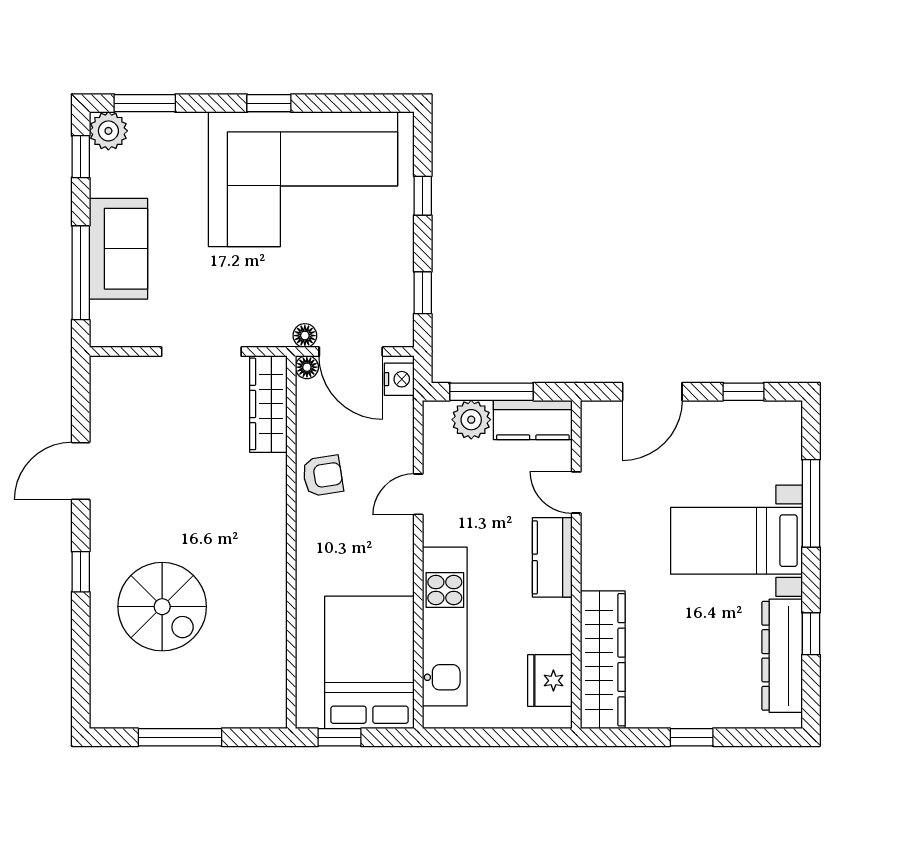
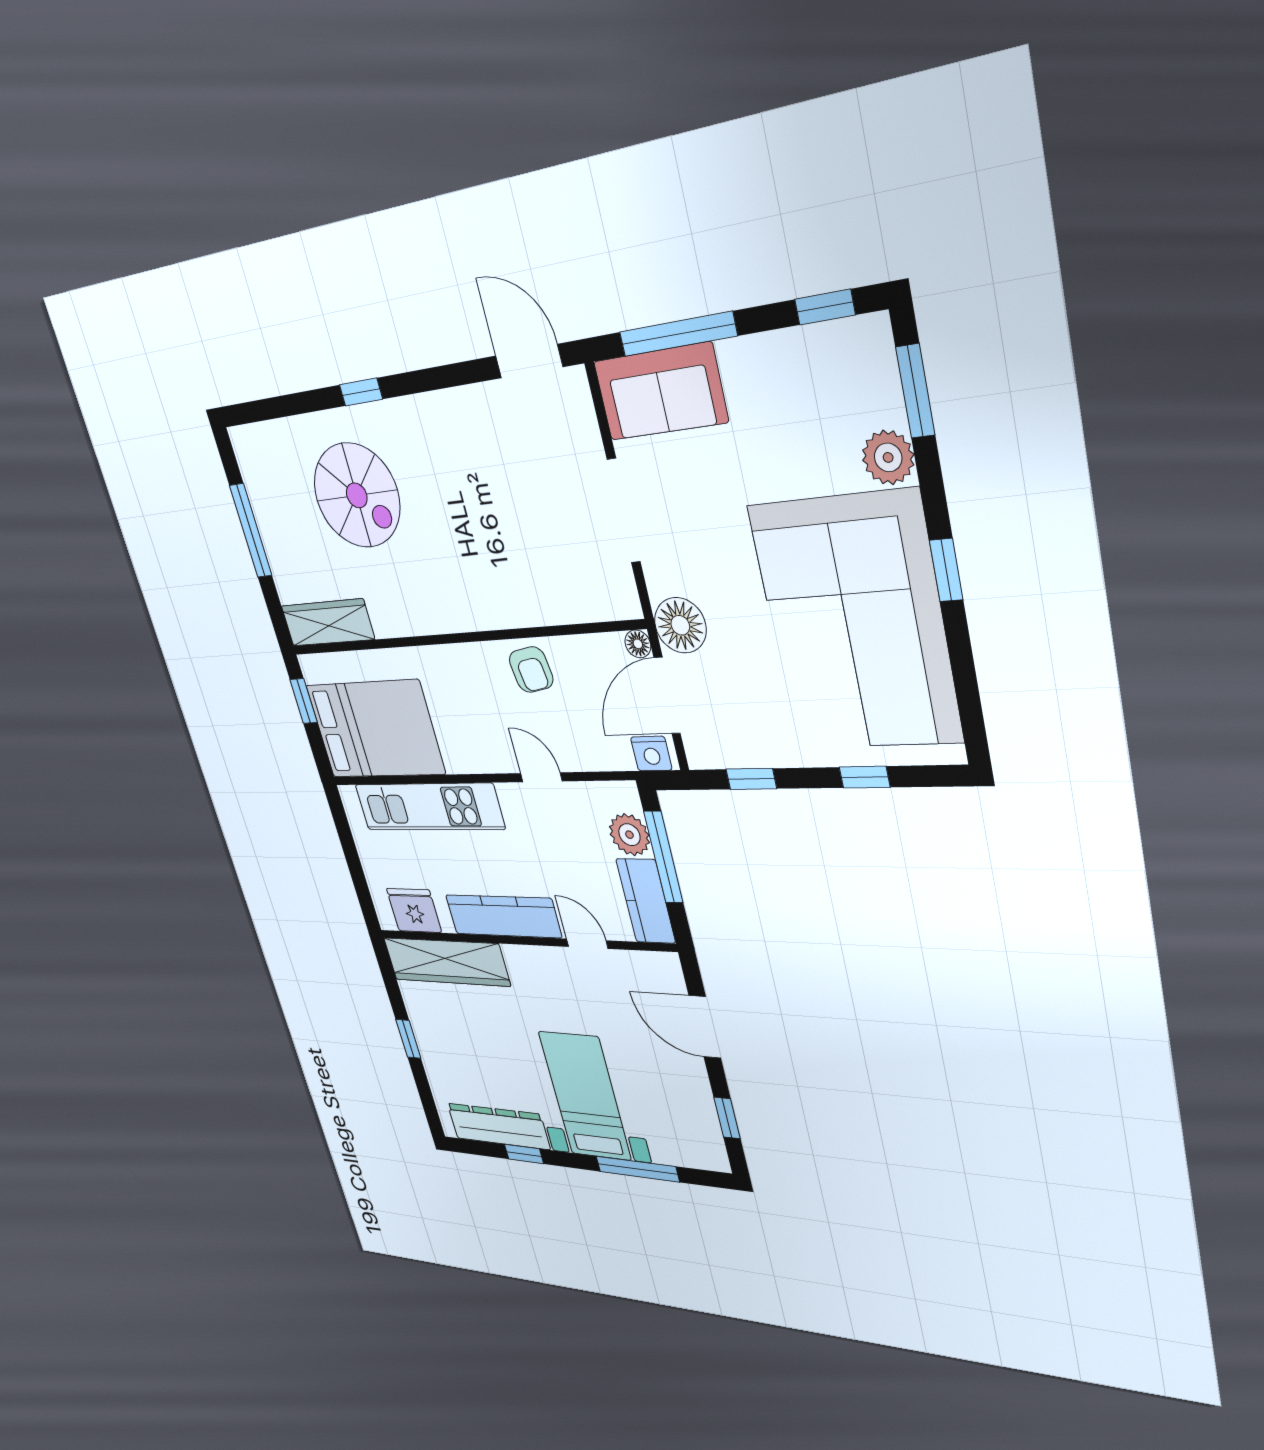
plant: (108, 131) -> (888, 457), moved
sofa: (118, 249) -> (660, 392), moved
floor lamp: (305, 336) -> (680, 625), width x1.89, depth x1.89
wardrobe: (268, 404) -> (328, 623), moved
door: (81, 471) -> (529, 361), moved
door: (576, 492) -> (587, 944), hinge flipped
kitchen counter: (552, 557) -> (503, 916), width x1.50
spiral stairs: (162, 607) -> (357, 495), turned -90

